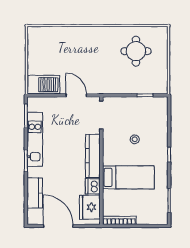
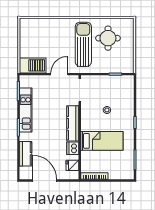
sun lounger: (106, 59) -> (83, 44), added
door: (76, 95) -> (59, 74), hinge flipped
fridge: (90, 207) -> (72, 165), width x0.53, depth x0.75

